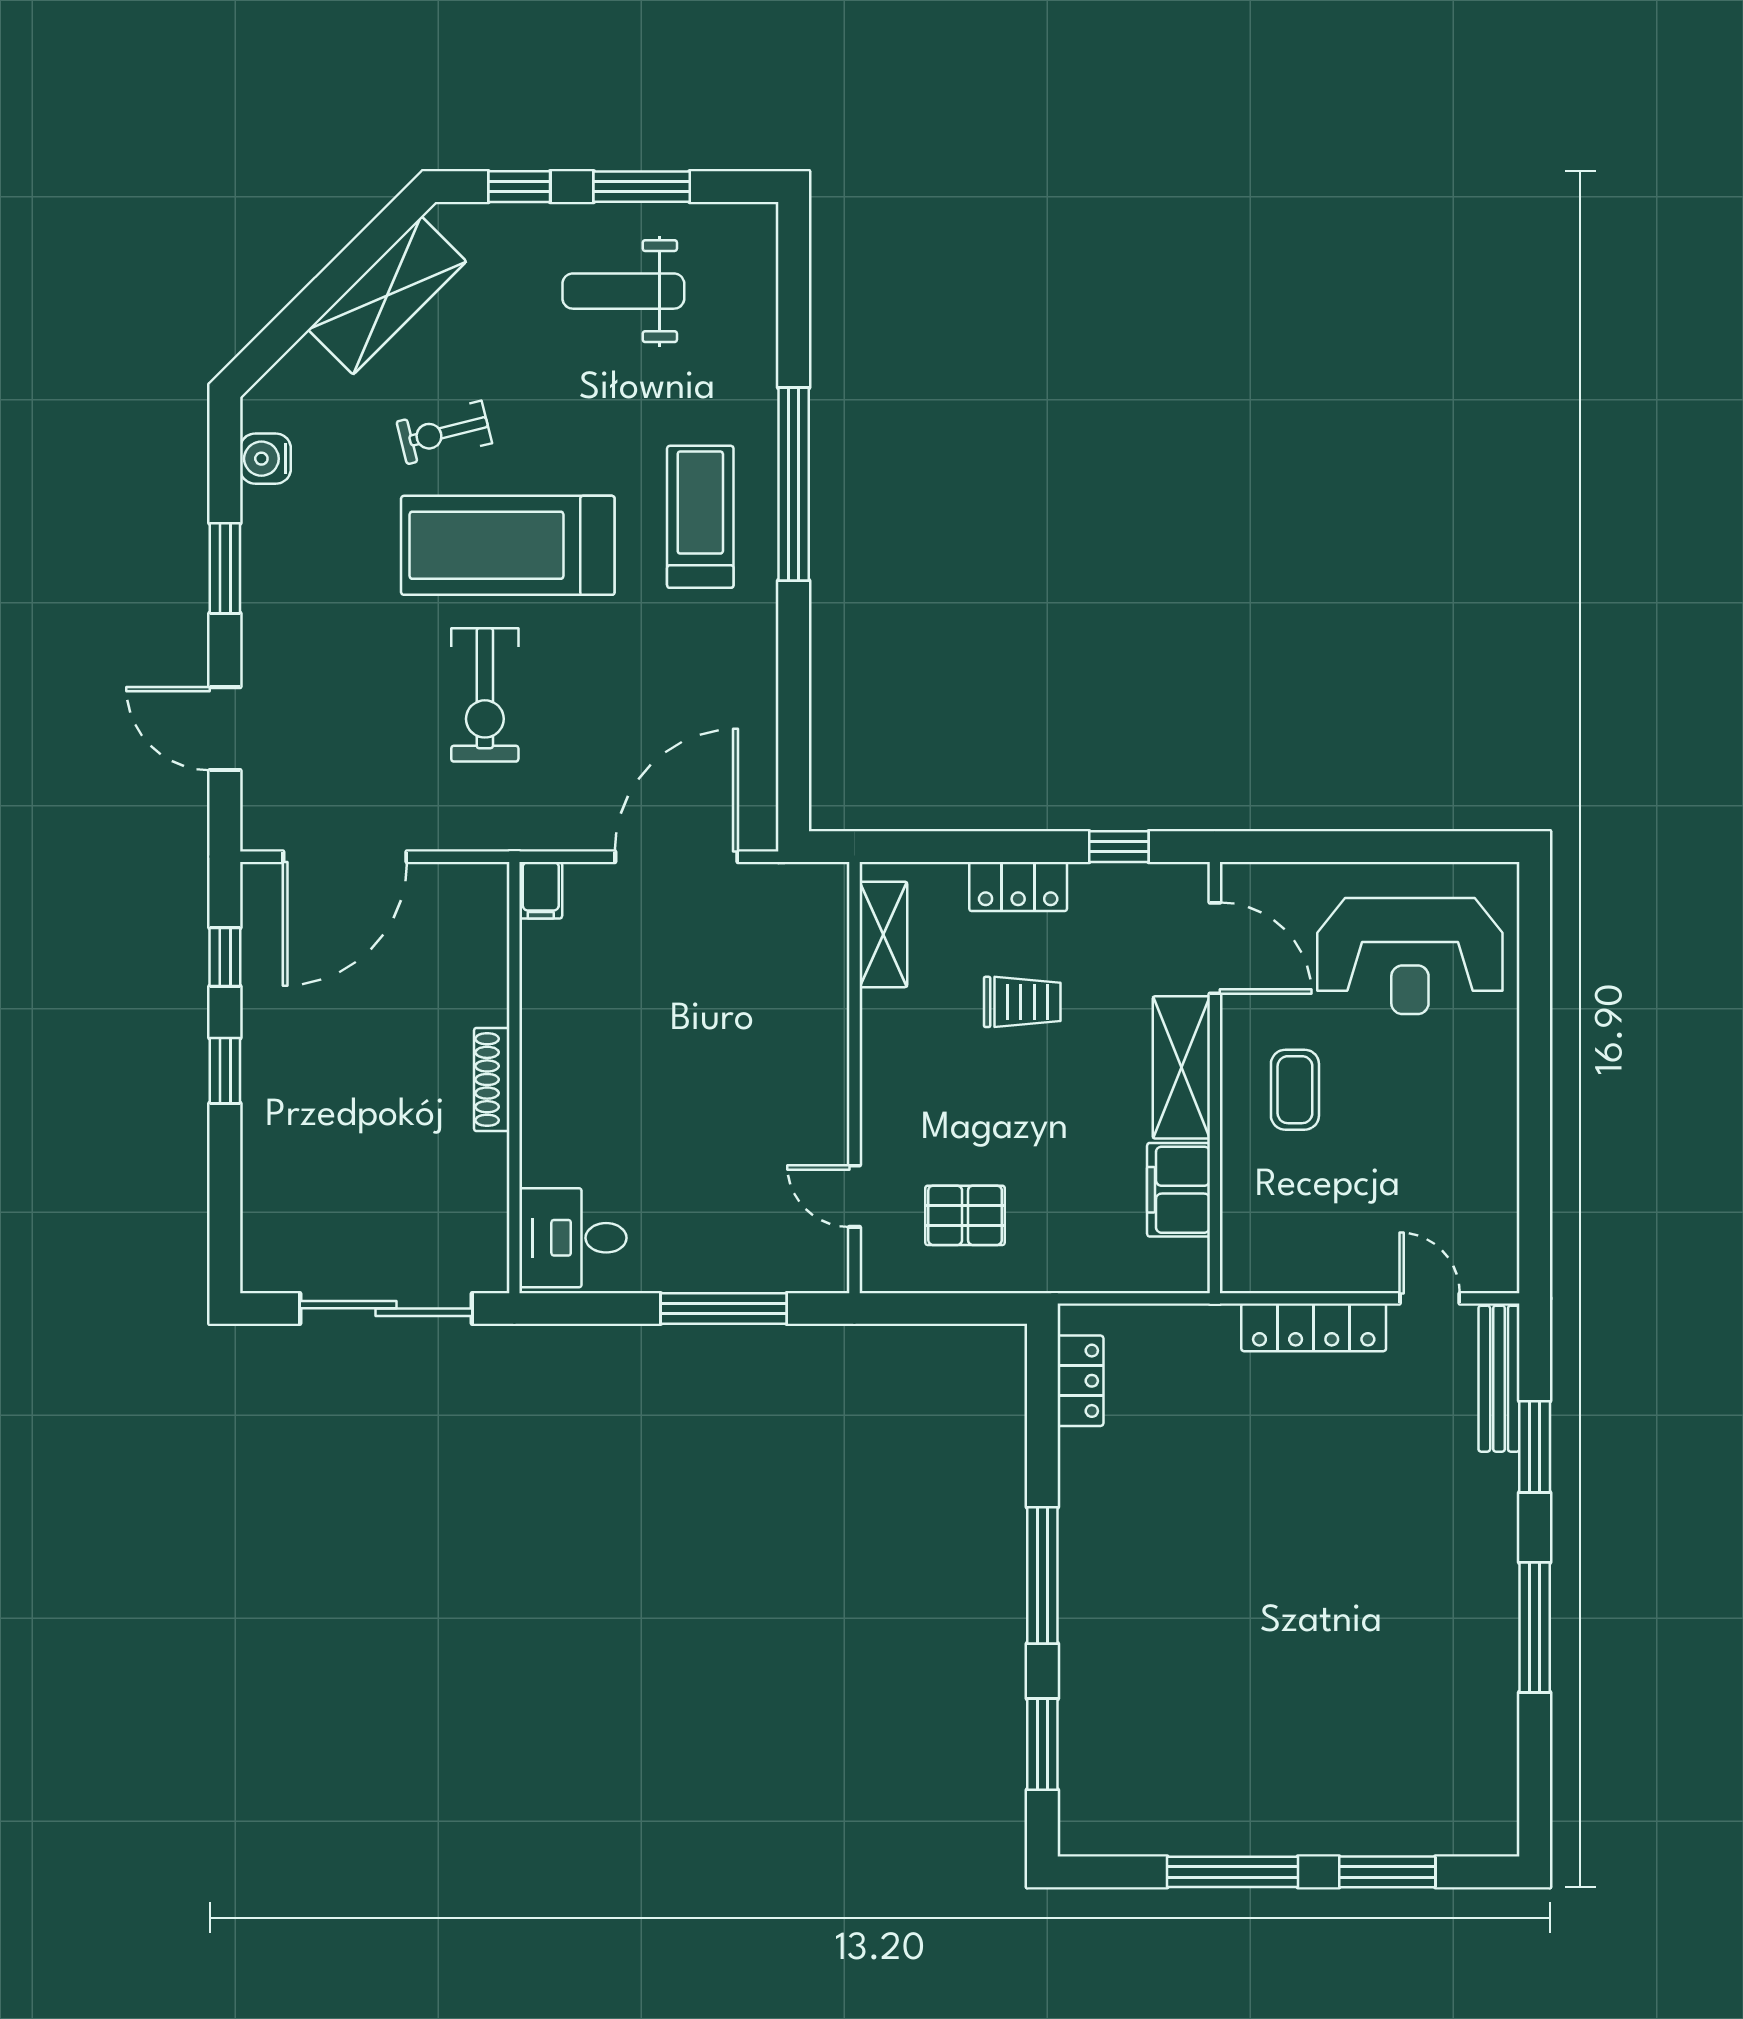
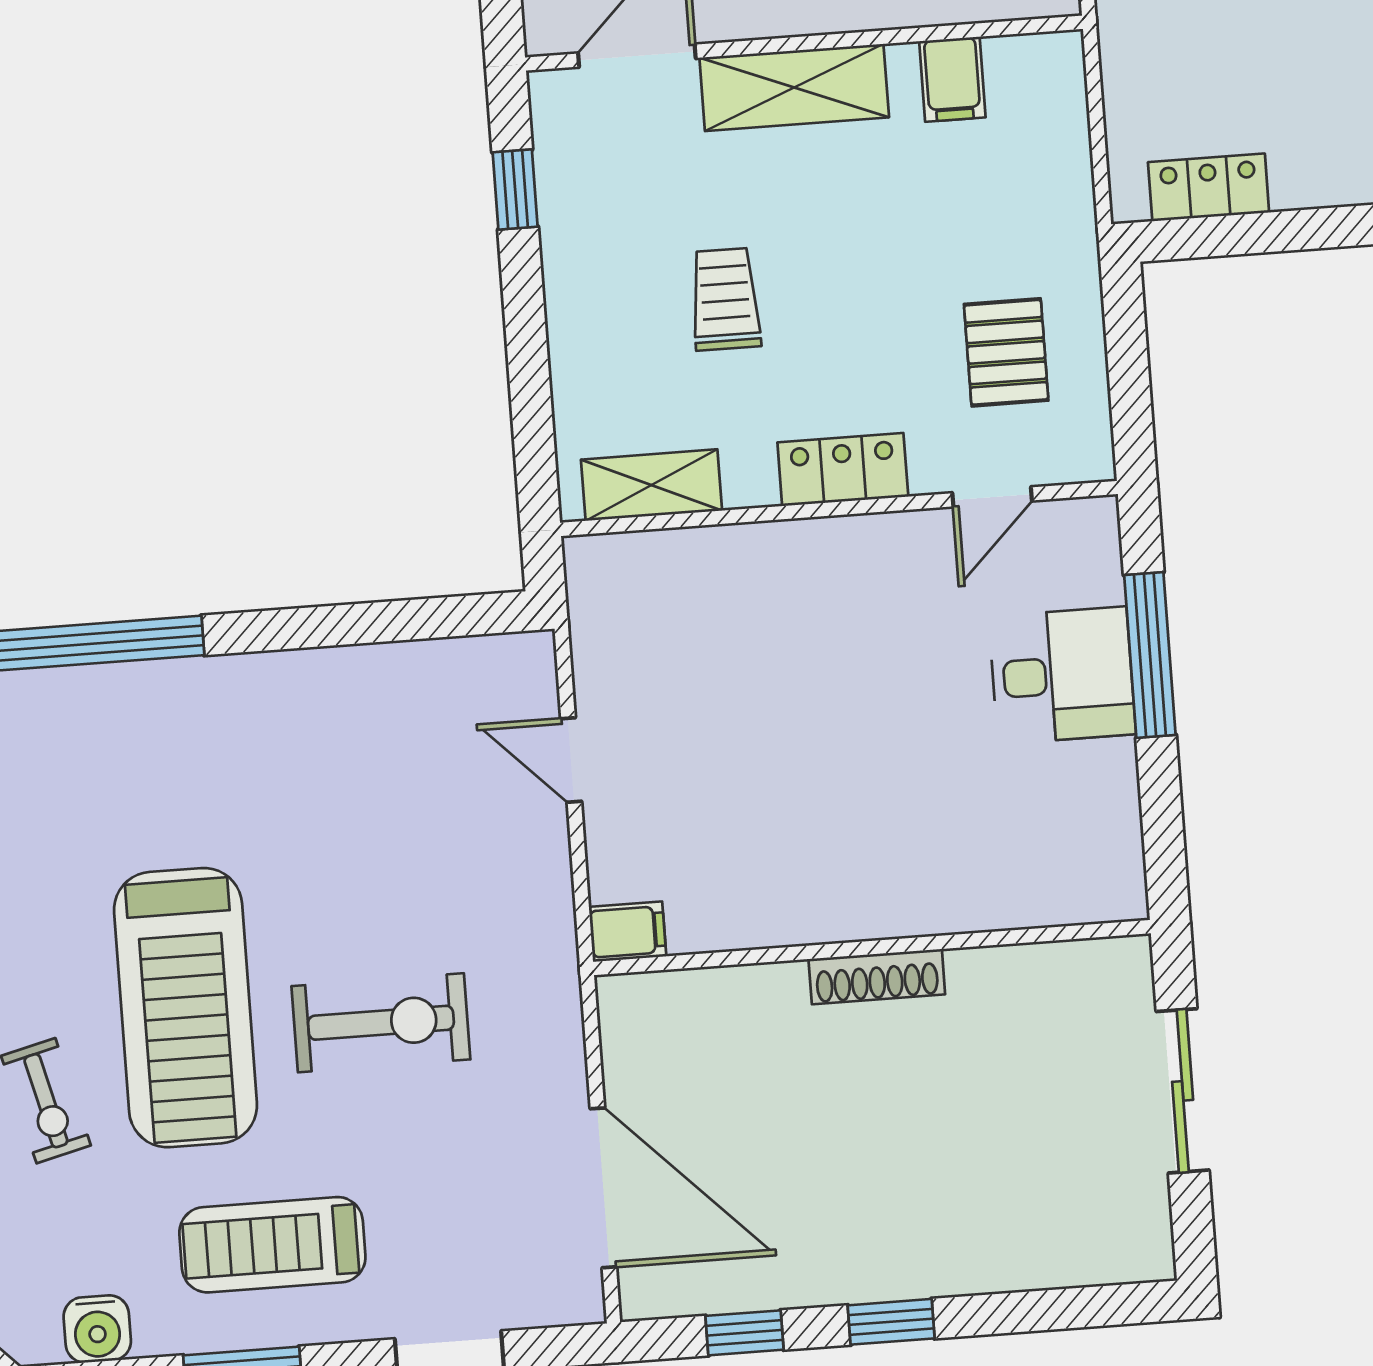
treadmill: (700, 517) -> (272, 1245), moved
door: (676, 857) -> (571, 760), width x0.53
locker: (1018, 886) -> (843, 470), moved, turned -90
filing cabinet: (1179, 1190) -> (952, 79), width x0.50
desk: (573, 1238) -> (1062, 675), moved, turned -90
sliding door: (386, 1308) -> (1183, 1091), width x0.73

